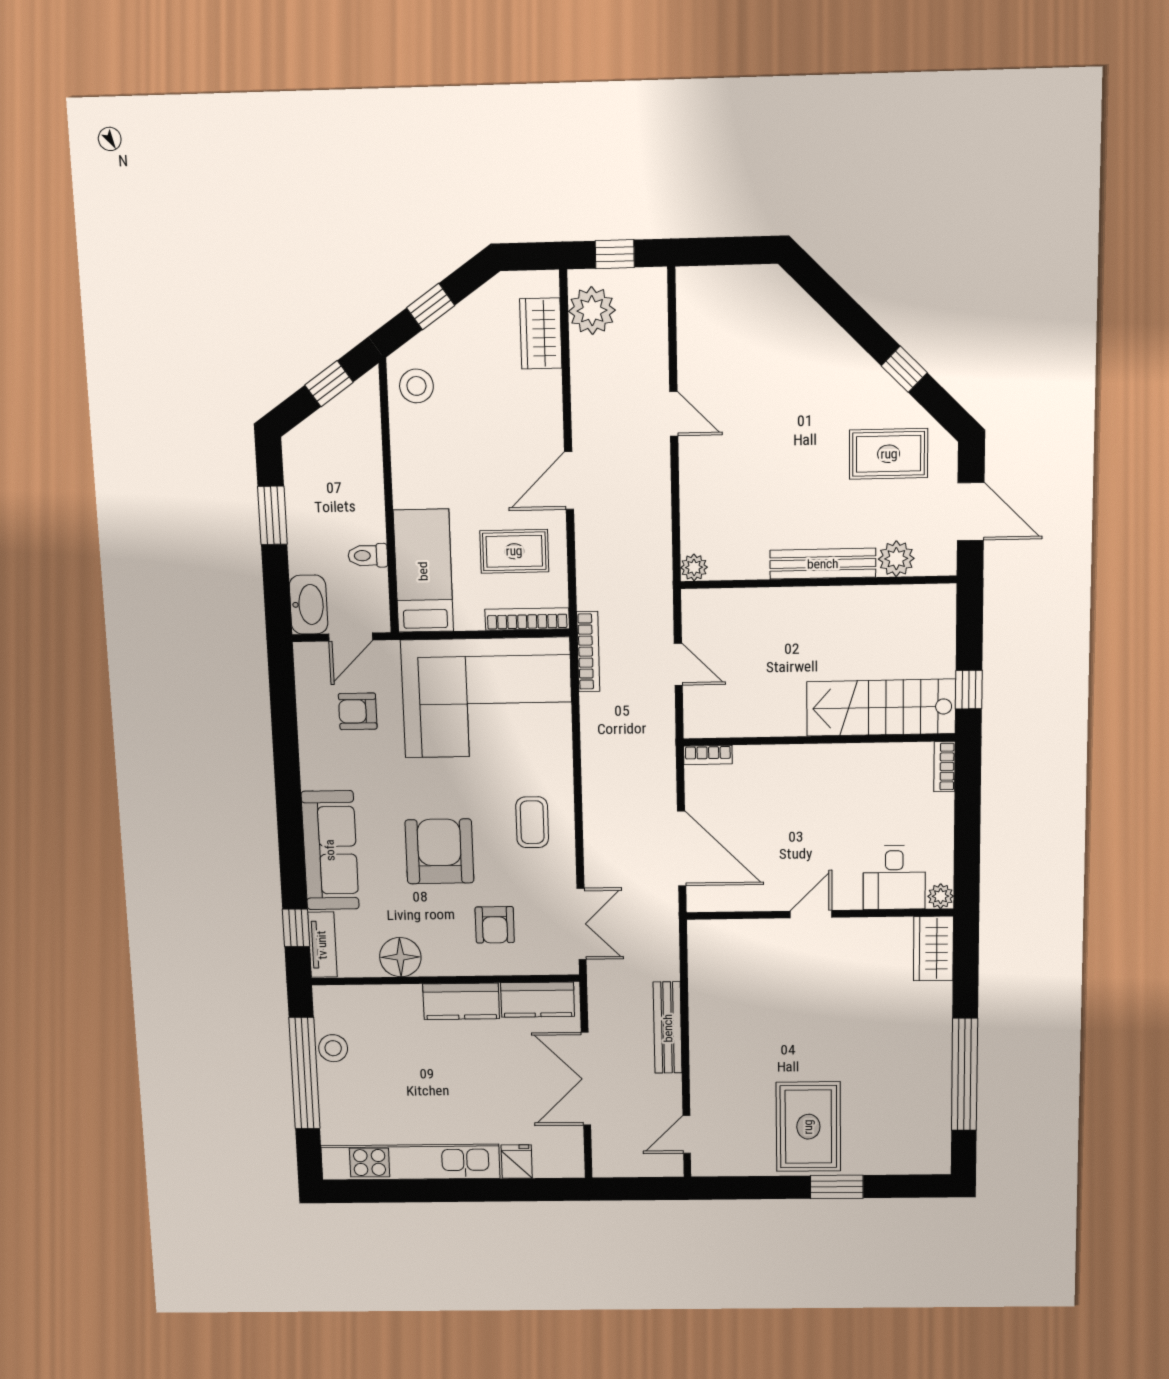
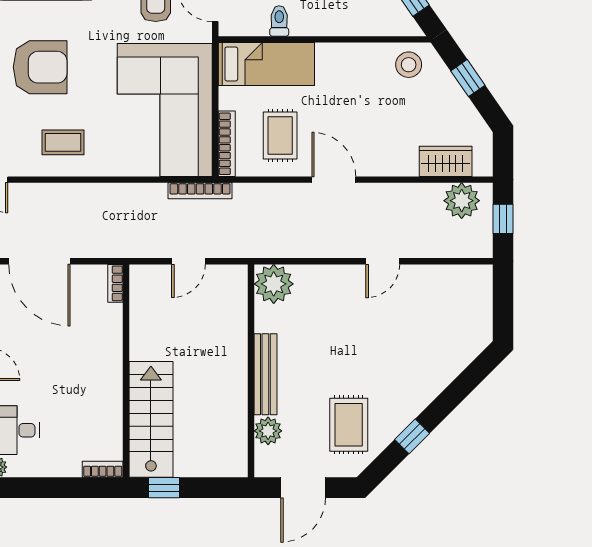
plant: (694, 567) -> (274, 284), width x1.88, depth x1.88
door: (682, 848) -> (39, 261), hinge flipped

